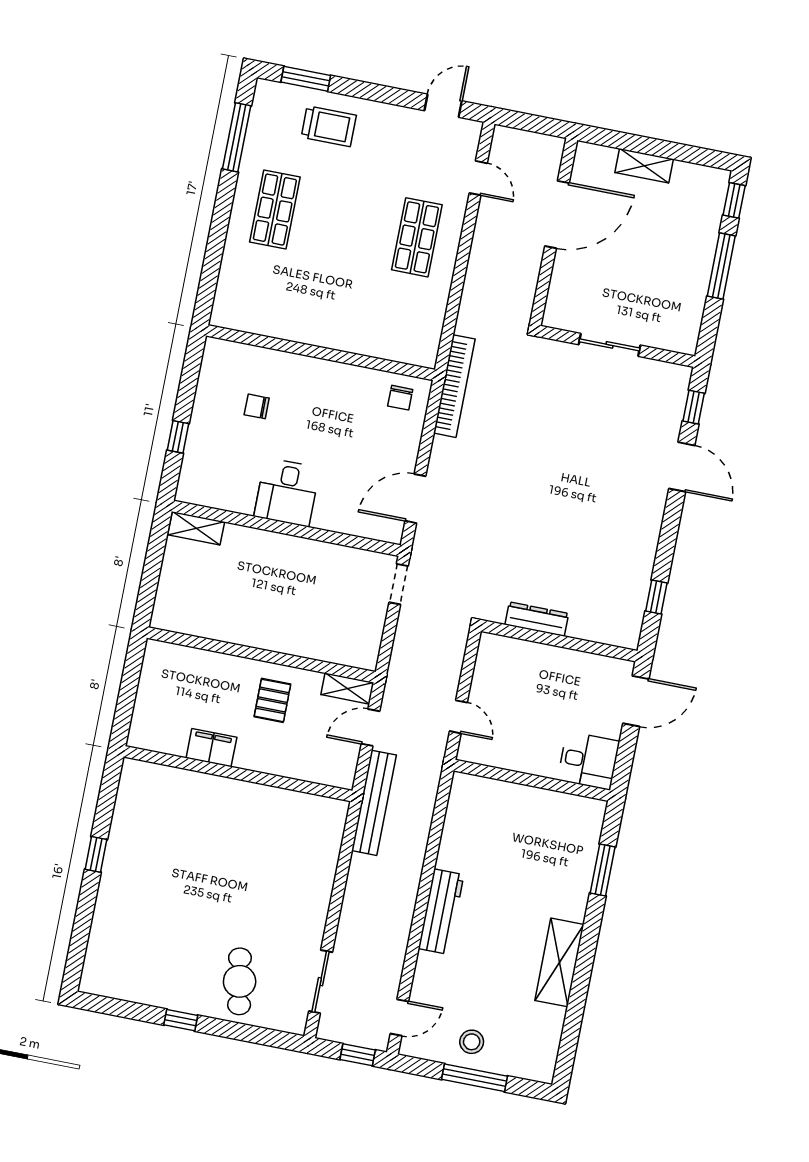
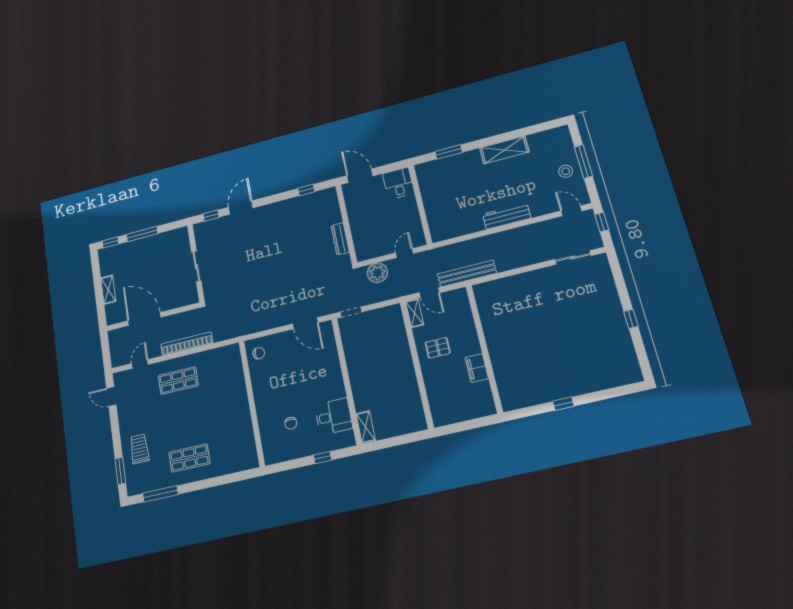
bookcase: (454, 386) -> (187, 344), moved
desk: (287, 492) -> (334, 417), moved
plant: (446, 657) -> (377, 273), added
cafe table: (240, 981) -> (594, 298), removed

